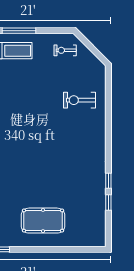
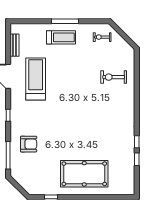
pool table: (43, 221) -> (84, 174), width x1.36, depth x1.32

